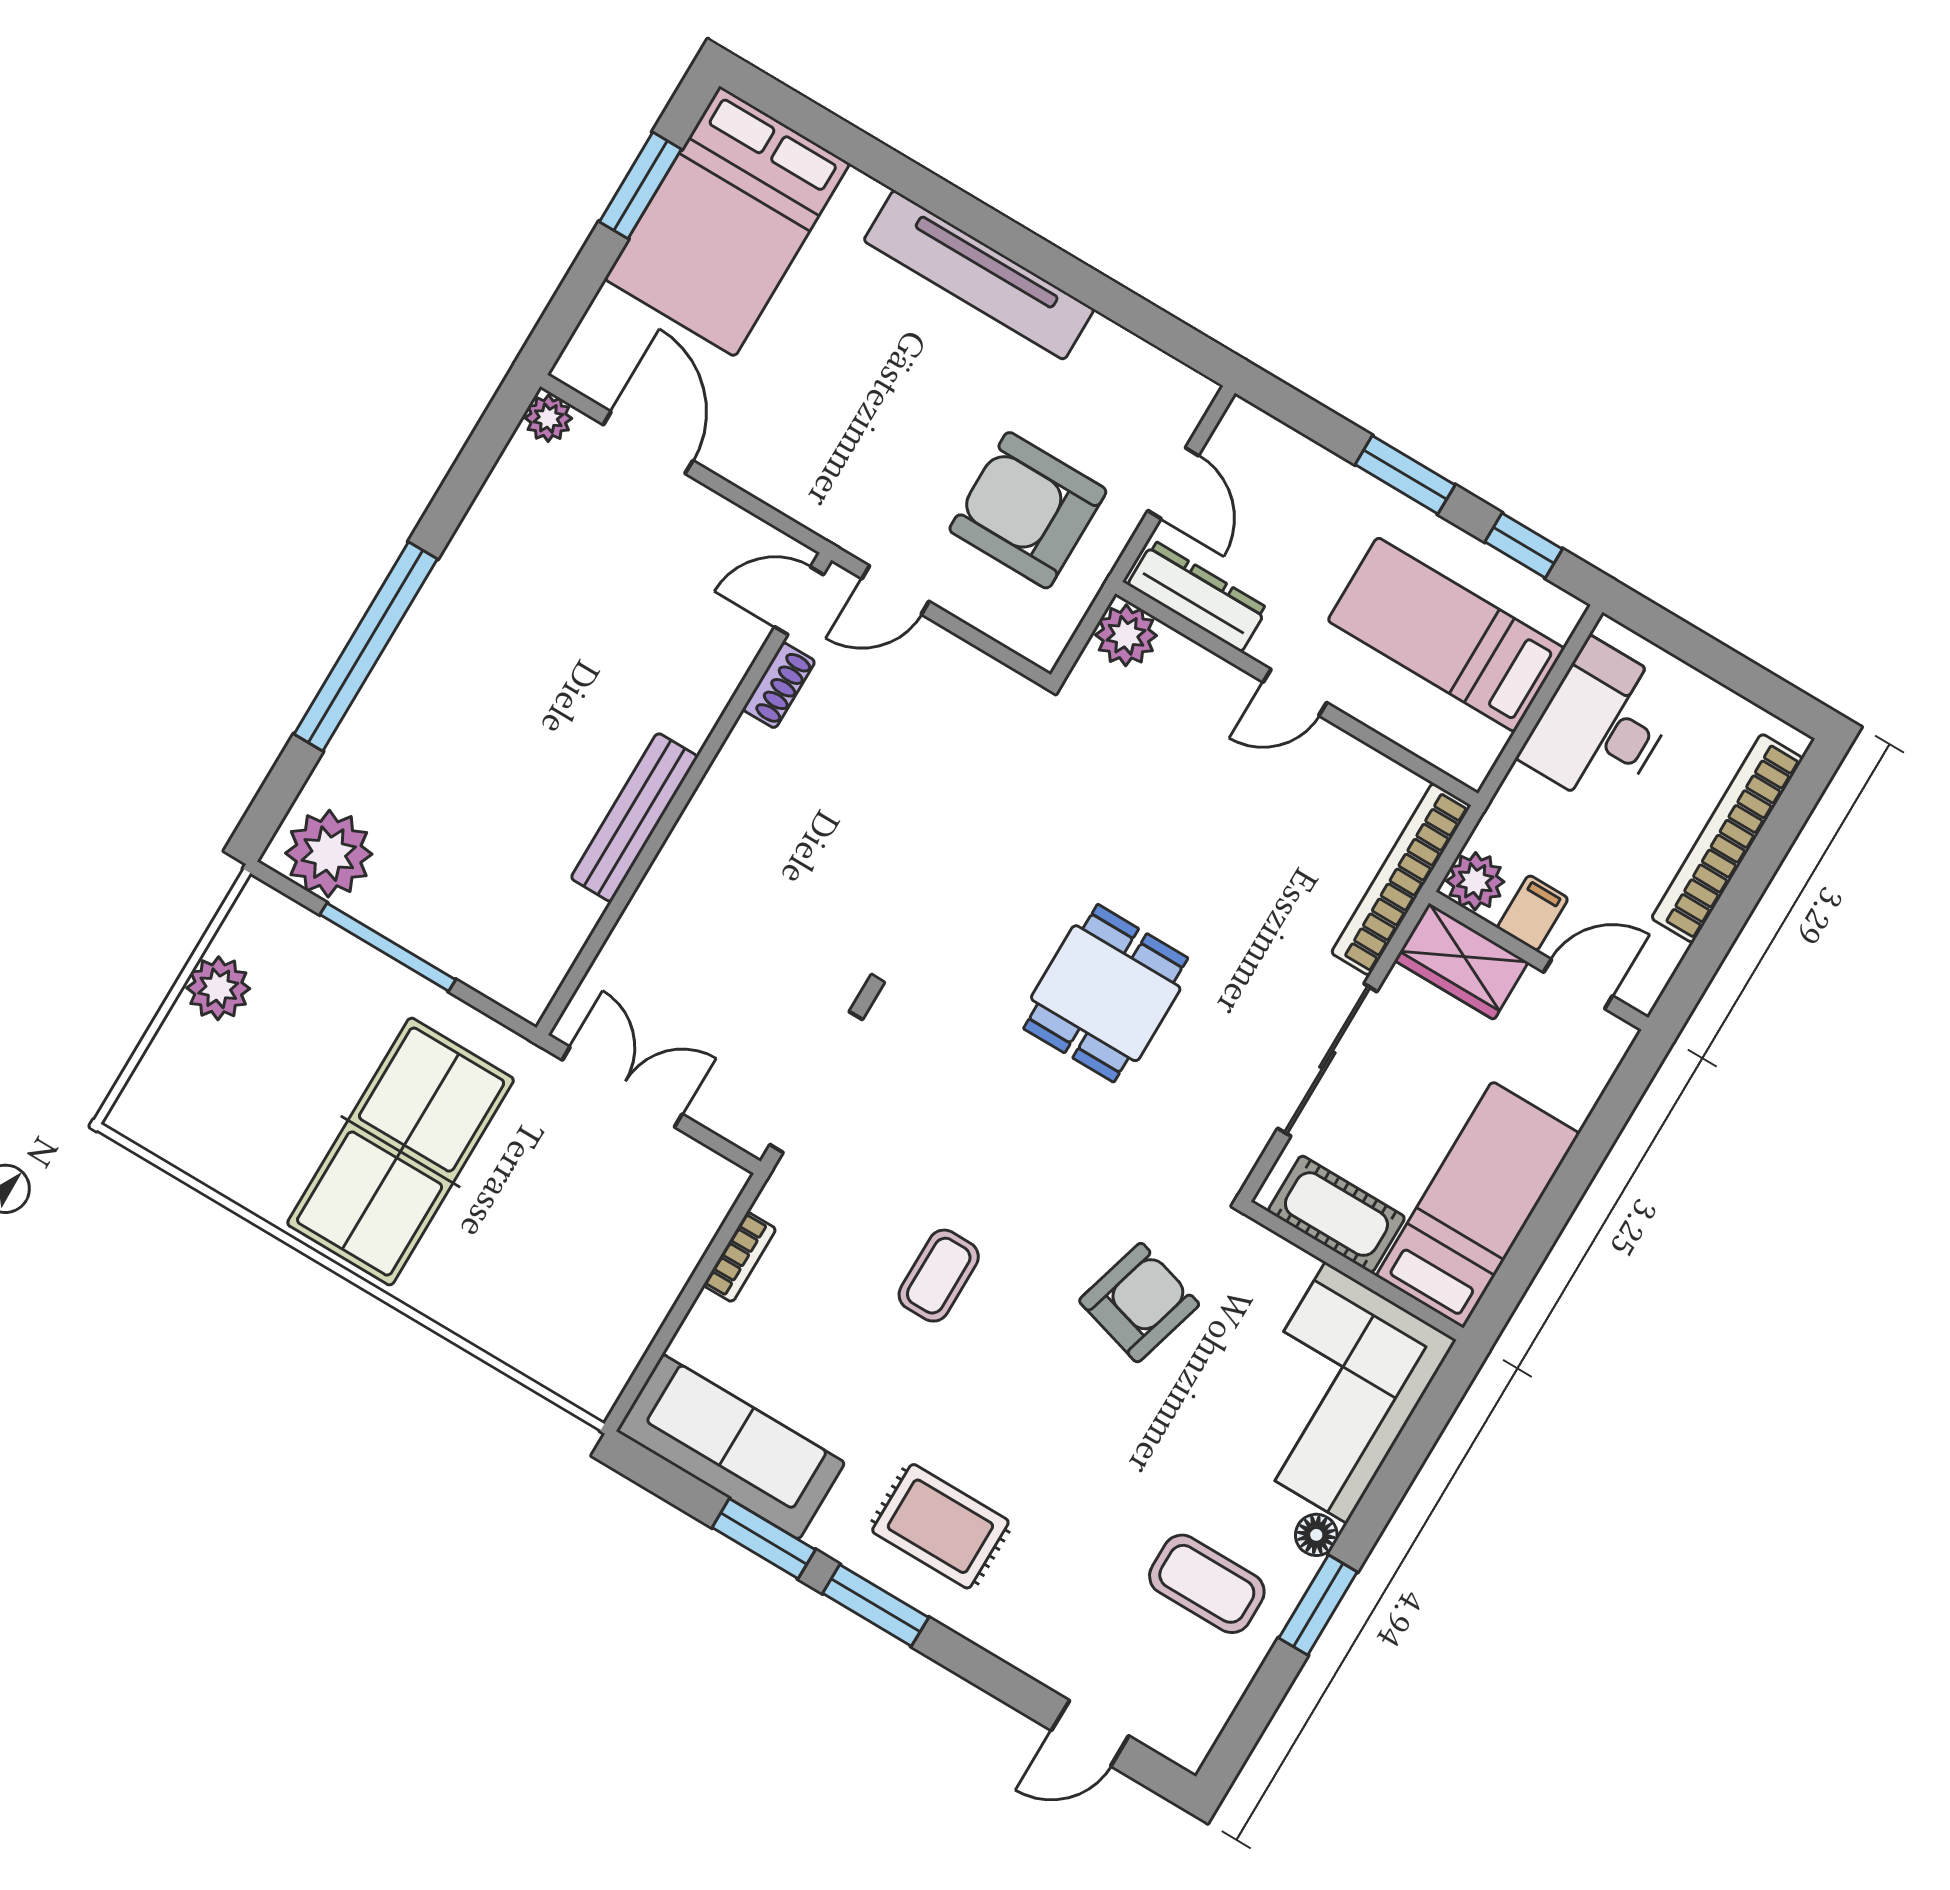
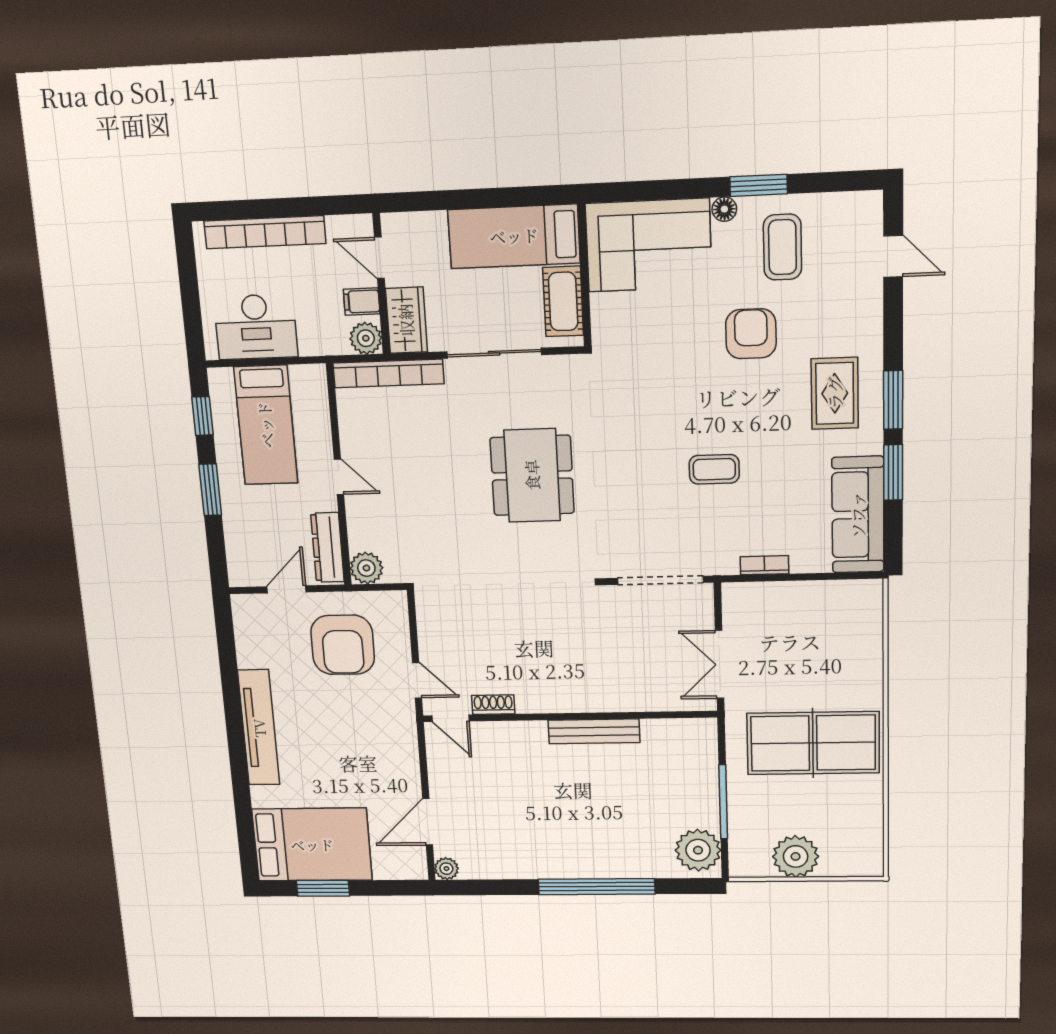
plant: (218, 988) -> (796, 856), width x1.36, depth x1.36
dining table: (1106, 993) -> (532, 475), width x1.38
armchair: (1139, 1303) -> (751, 334), moved, turned 74

